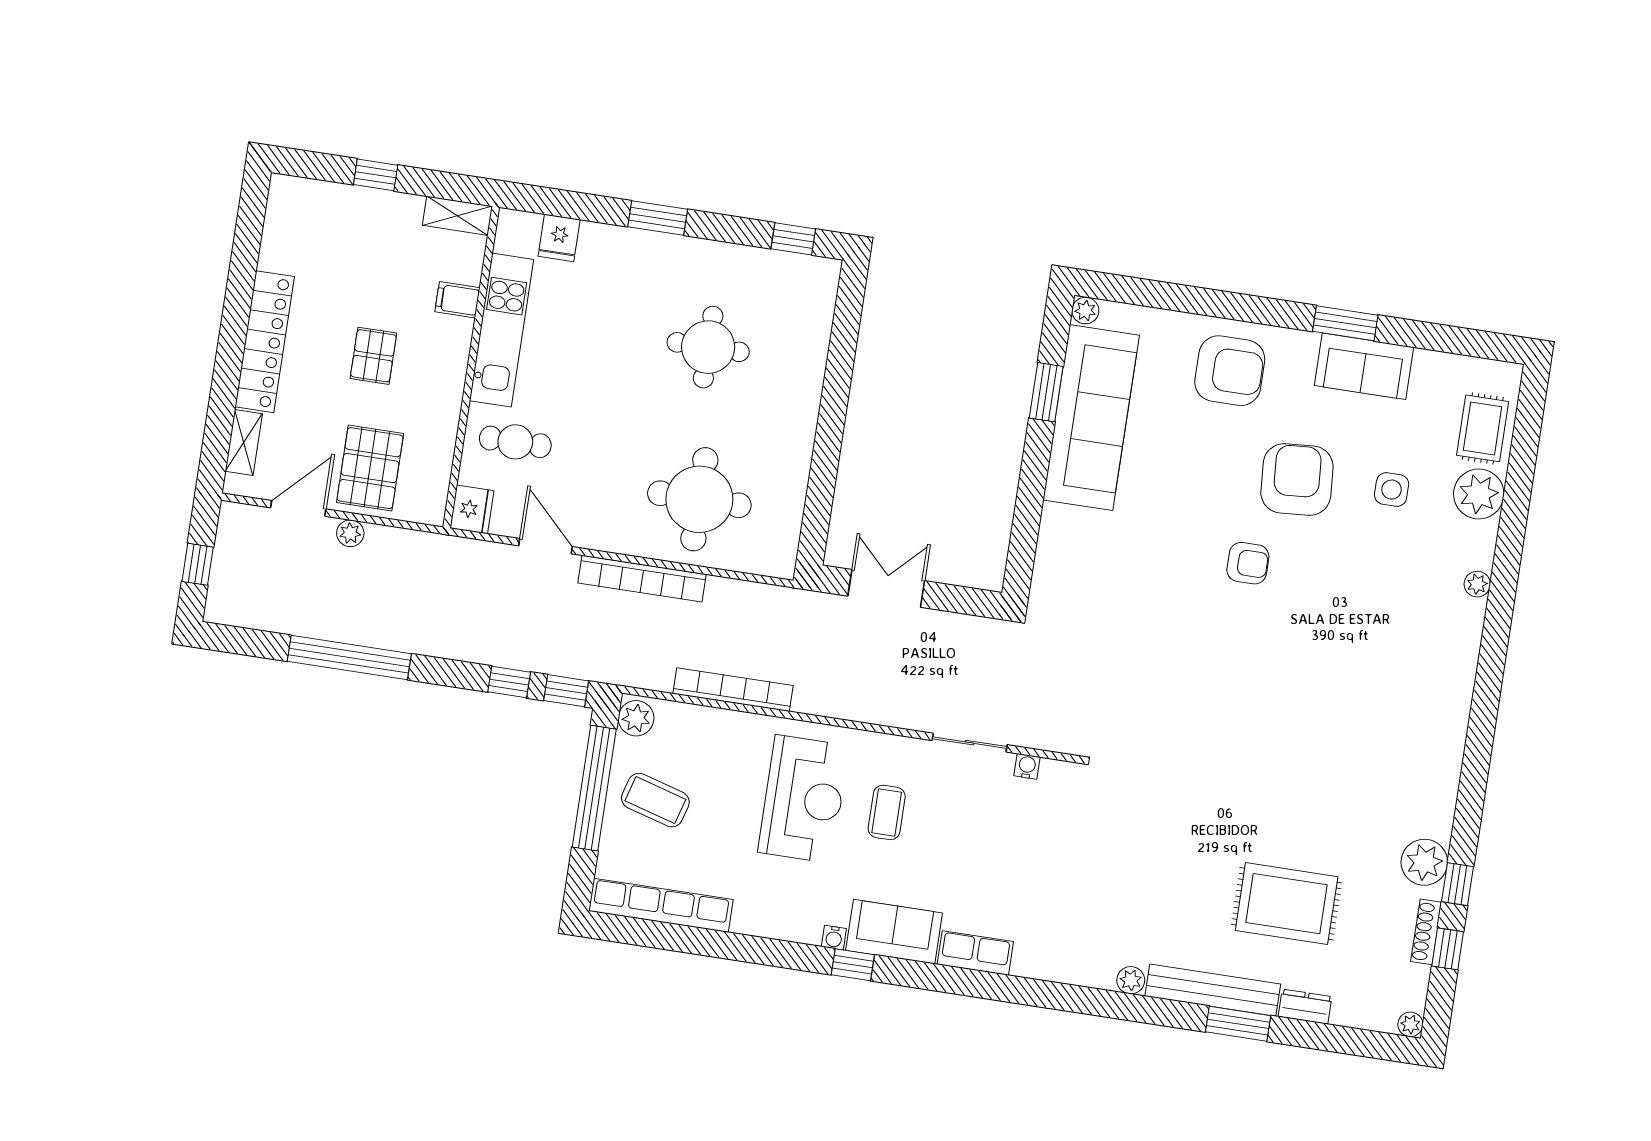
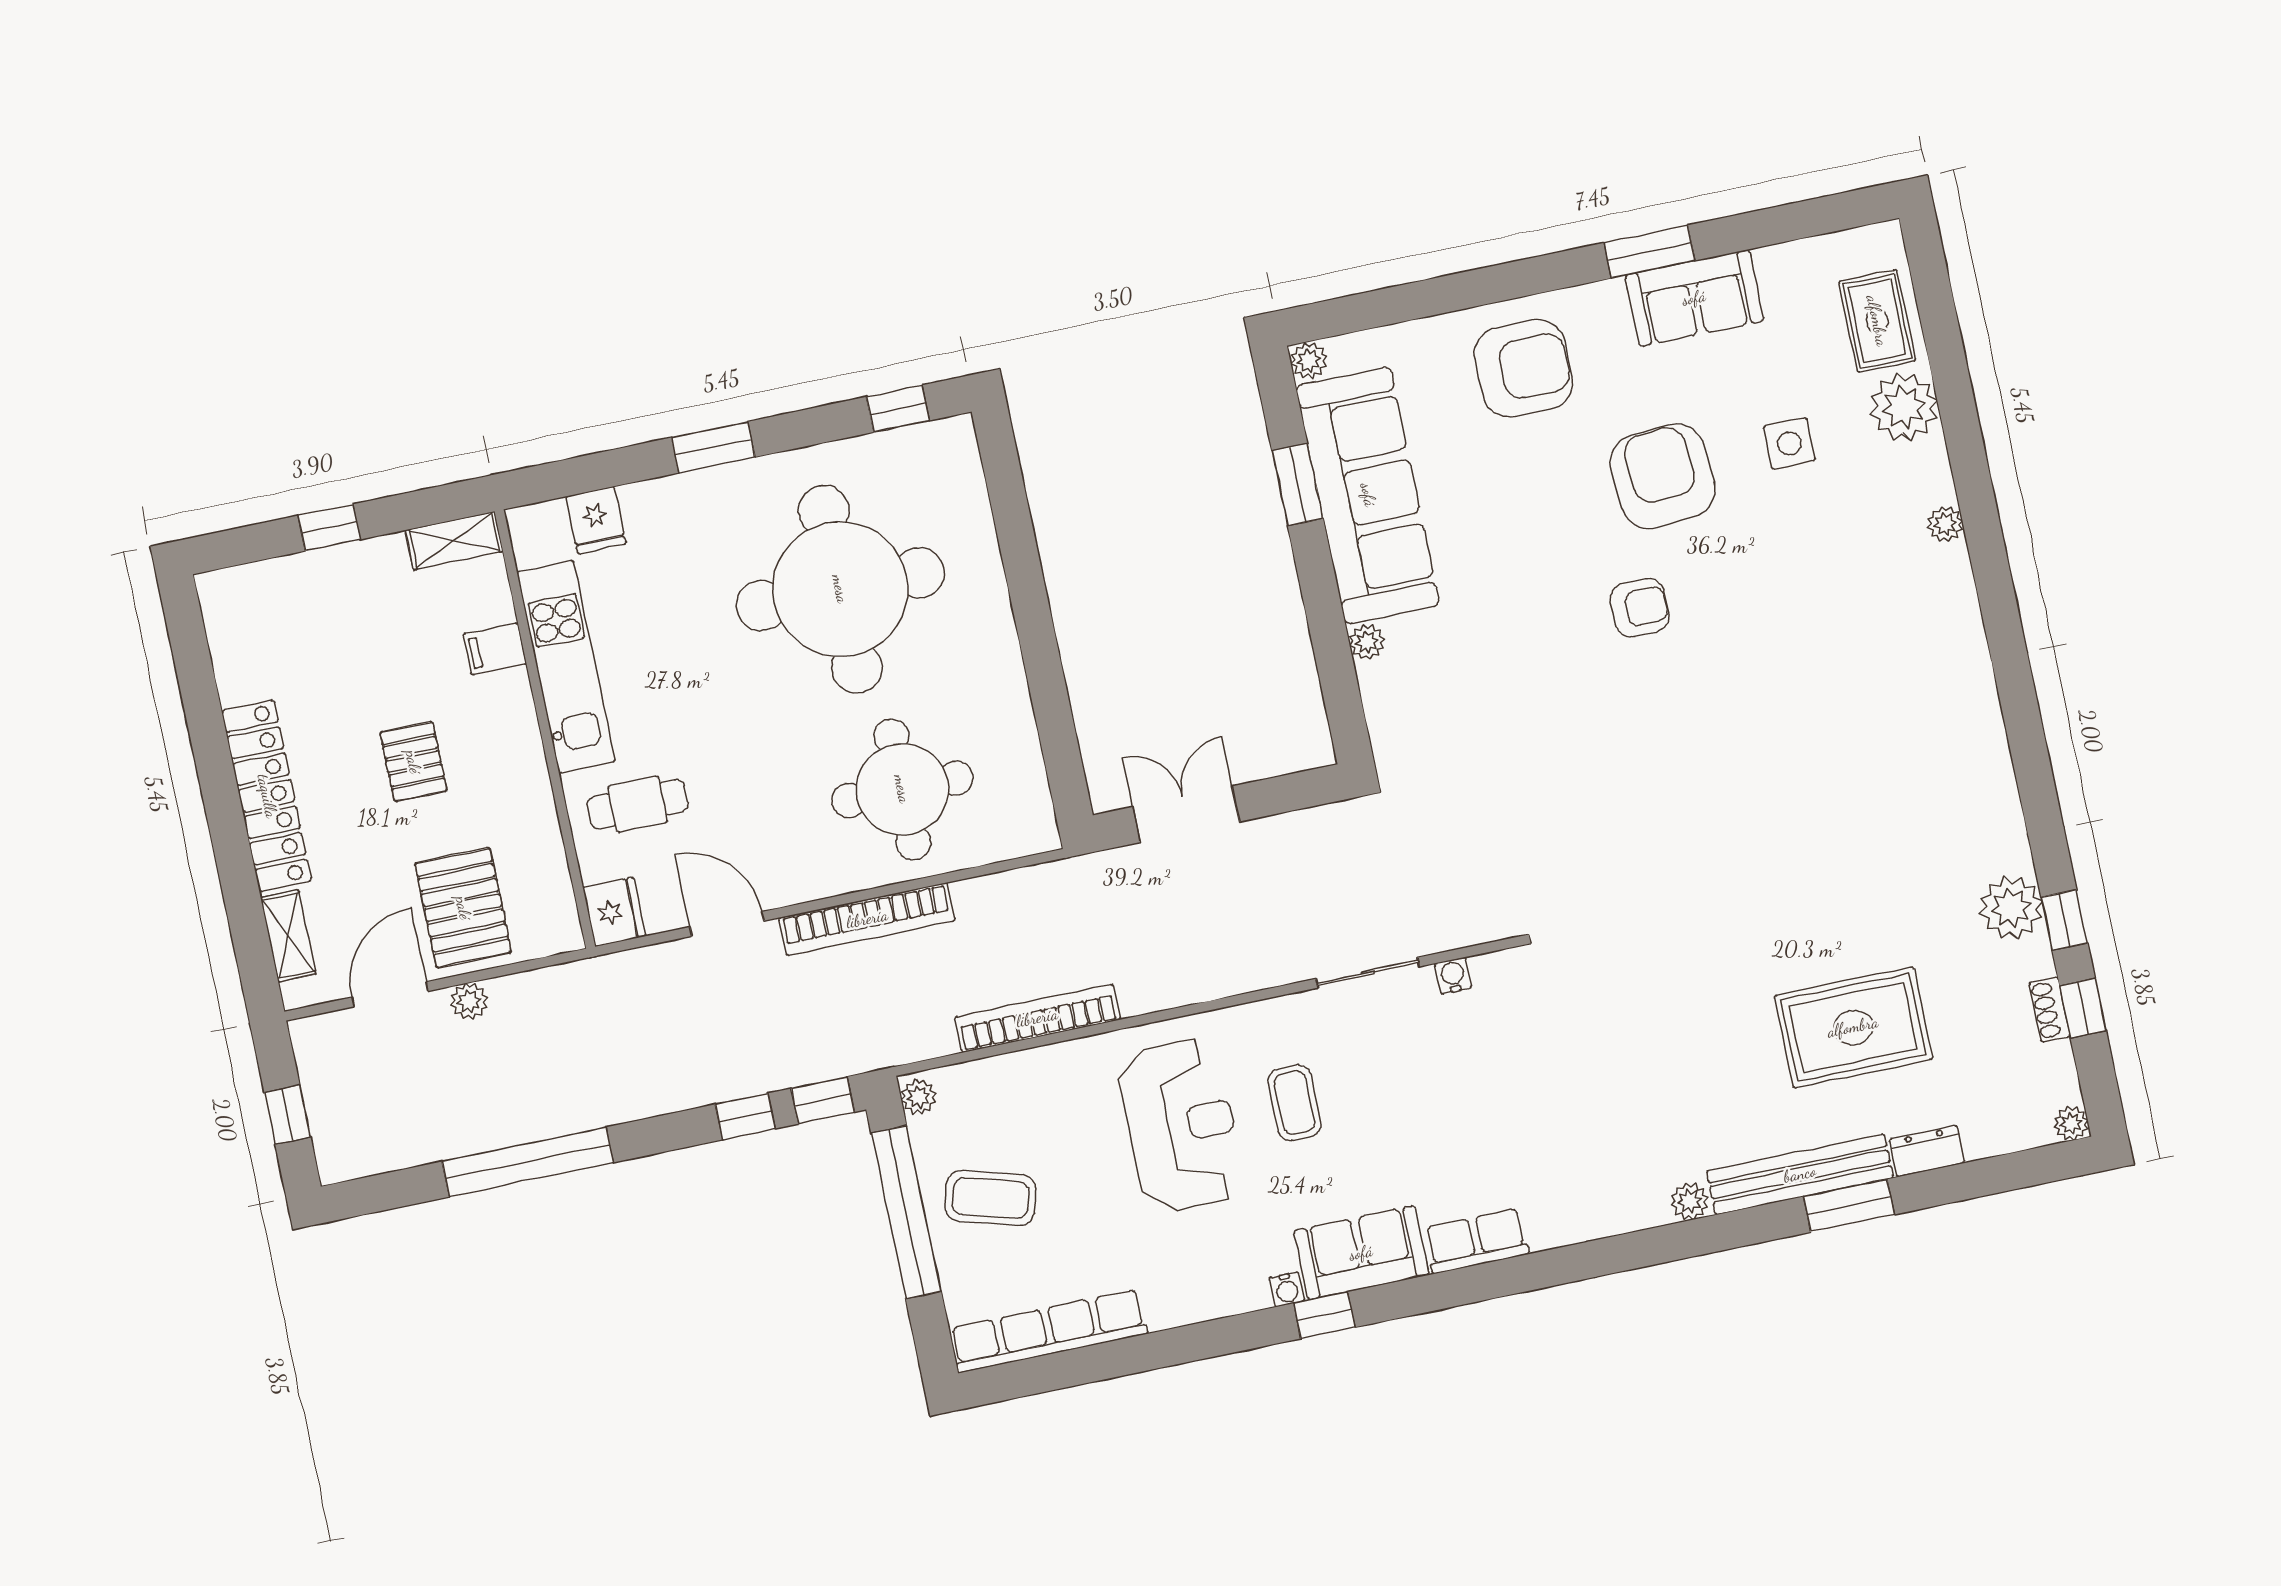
round table: (708, 347) -> (840, 589), width x1.86, depth x1.86
plant: (1053, 517) -> (1367, 642), added
plant: (636, 718) -> (918, 1097), width x0.73, depth x0.73
shoe rack: (1426, 932) -> (2050, 1009), width x0.70

